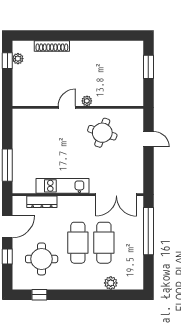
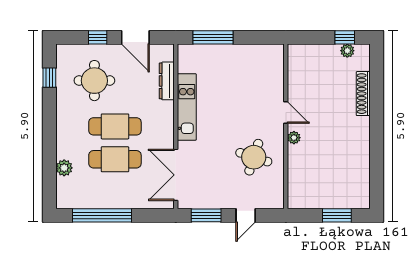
window: (148, 170) -> (206, 215), added
window: (148, 231) -> (102, 215), moved

